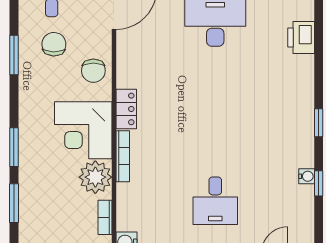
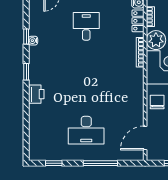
printer: (301, 37) -> (36, 94), moved
locker: (126, 109) -> (138, 21), moved

